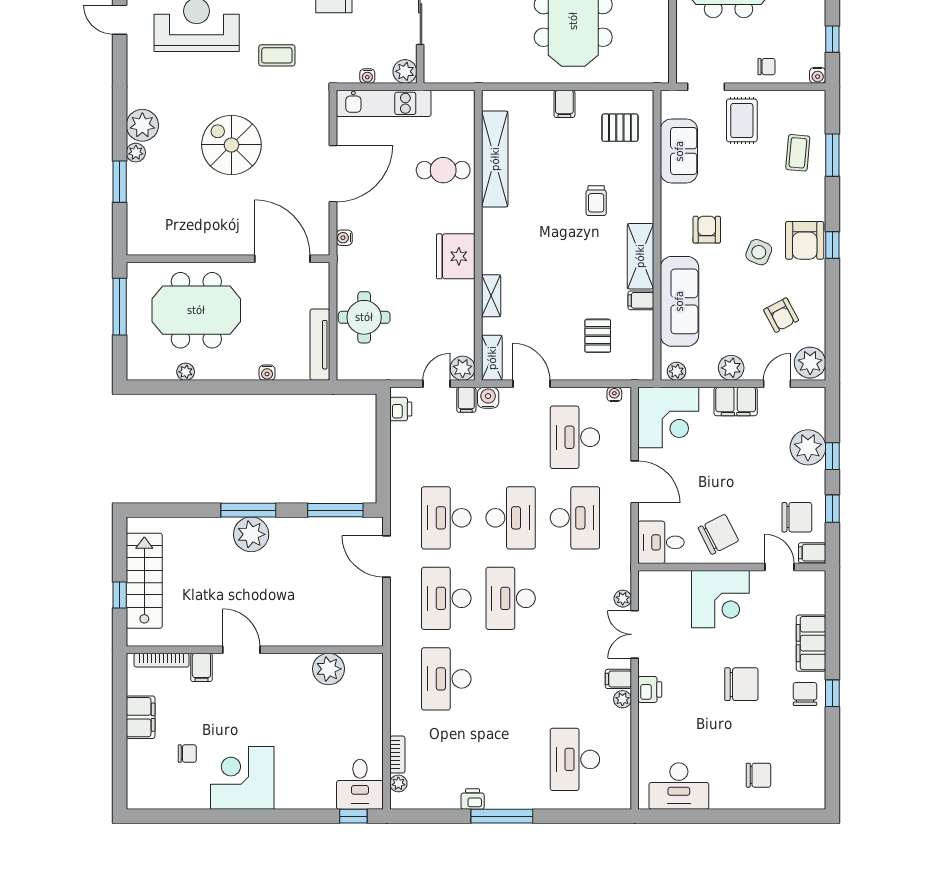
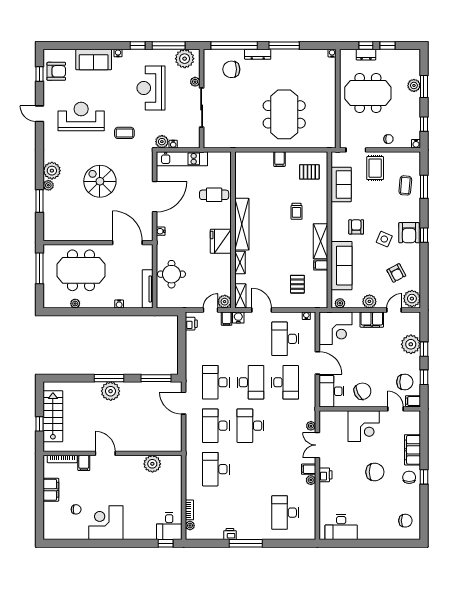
plant: (405, 71) -> (162, 142), moved
shelving: (495, 159) -> (242, 224), moved
desk: (661, 542) -> (332, 391), width x1.37
chair: (758, 775) -> (405, 521), moved

